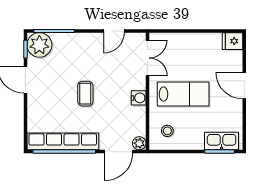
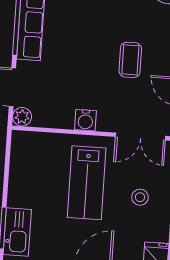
coffee table: (85, 94) -> (130, 60), moved, turned 90
stool: (167, 131) -> (140, 197), moved

